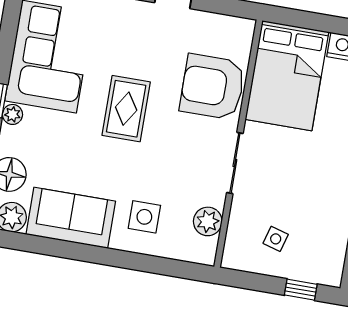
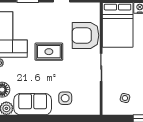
rug: (126, 109) -> (49, 52), turned 90
plant: (208, 221) -> (94, 95), removed

